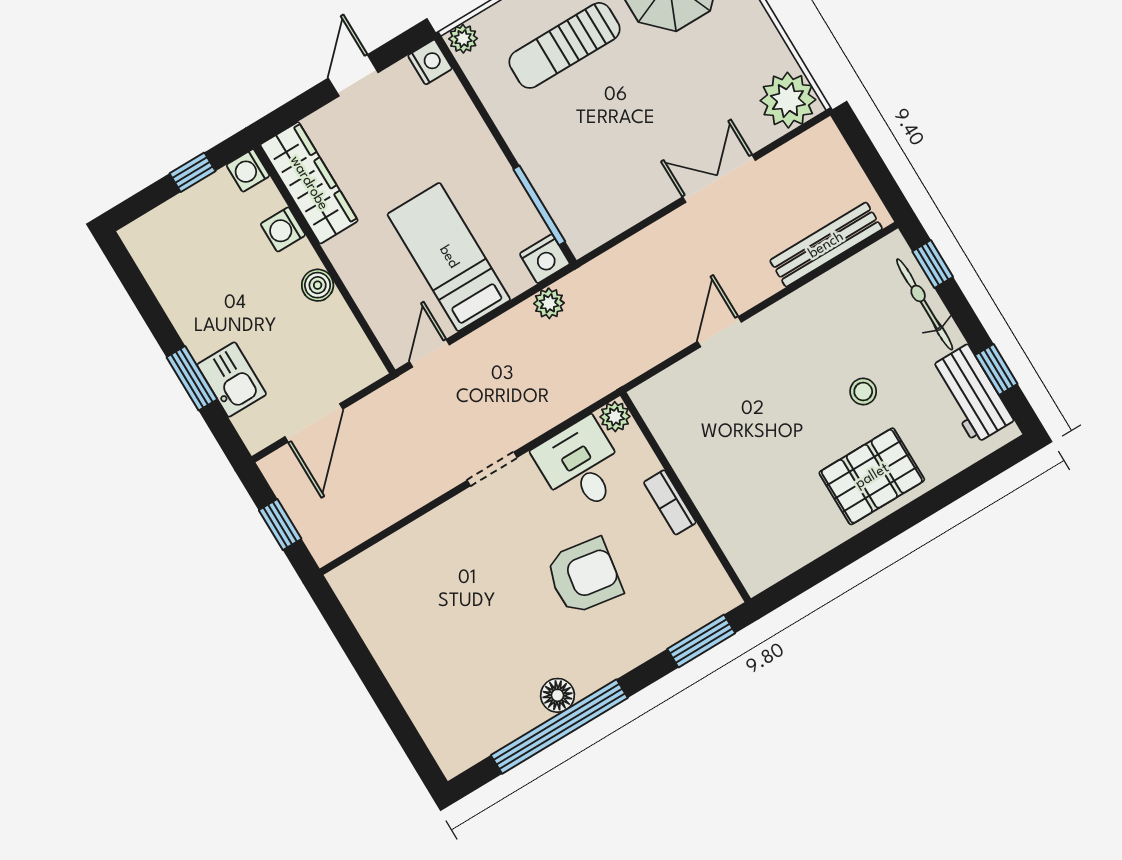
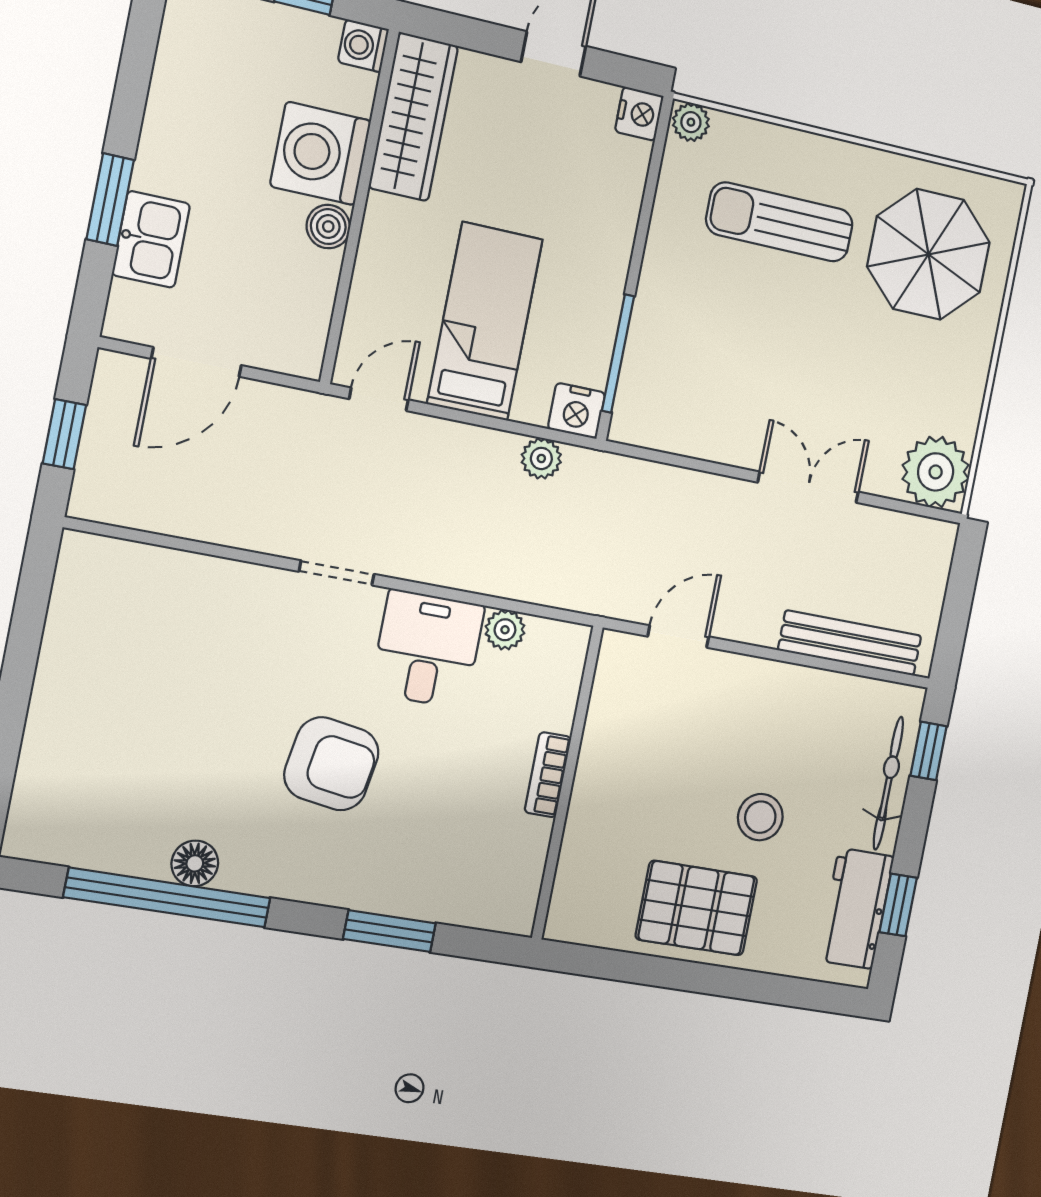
washing machine: (283, 229) -> (320, 153), width x1.89, depth x1.89
stool: (863, 391) -> (760, 817), width x1.37, depth x1.37
wall: (685, 497) -> (567, 783), moved
bookcase: (670, 502) -> (548, 775), moved

